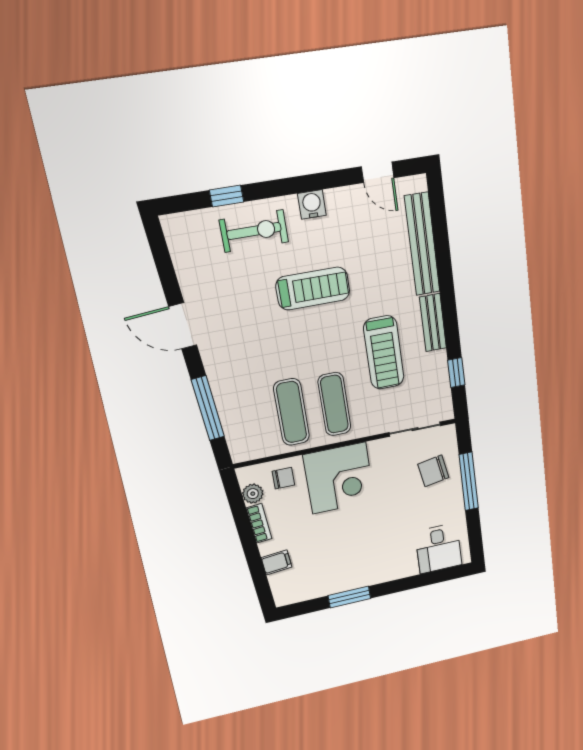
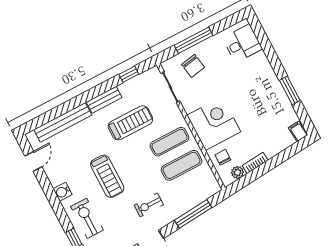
treadmill: (313, 288) -> (107, 176), turned 180
exercise bike: (244, 342) -> (149, 205), added
filing cabinet: (277, 562) -> (298, 131), moved

